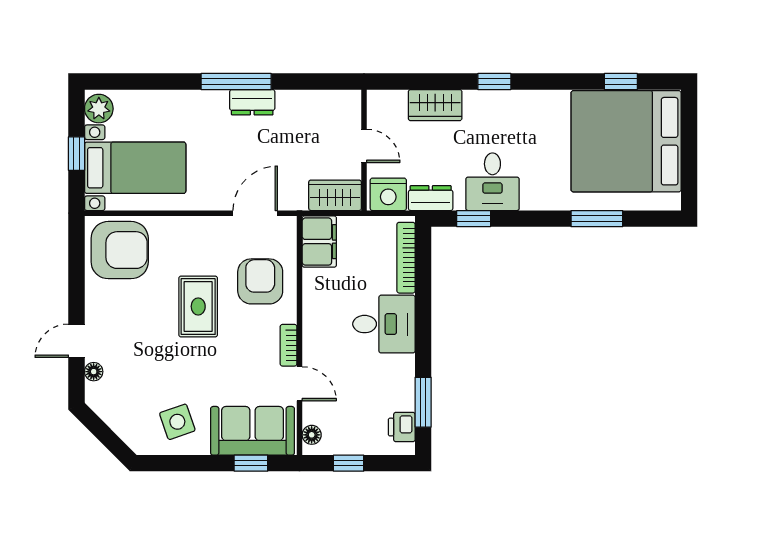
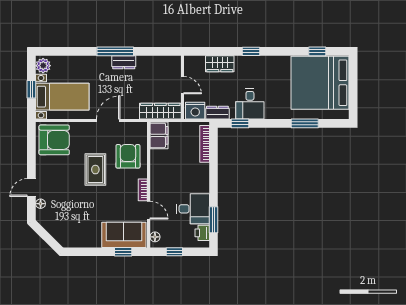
wardrobe: (335, 195) -> (160, 111), width x1.50
door: (255, 213) -> (108, 121), moved
desk: (384, 324) -> (193, 209), moved
side table: (177, 422) -> (84, 230), removed

